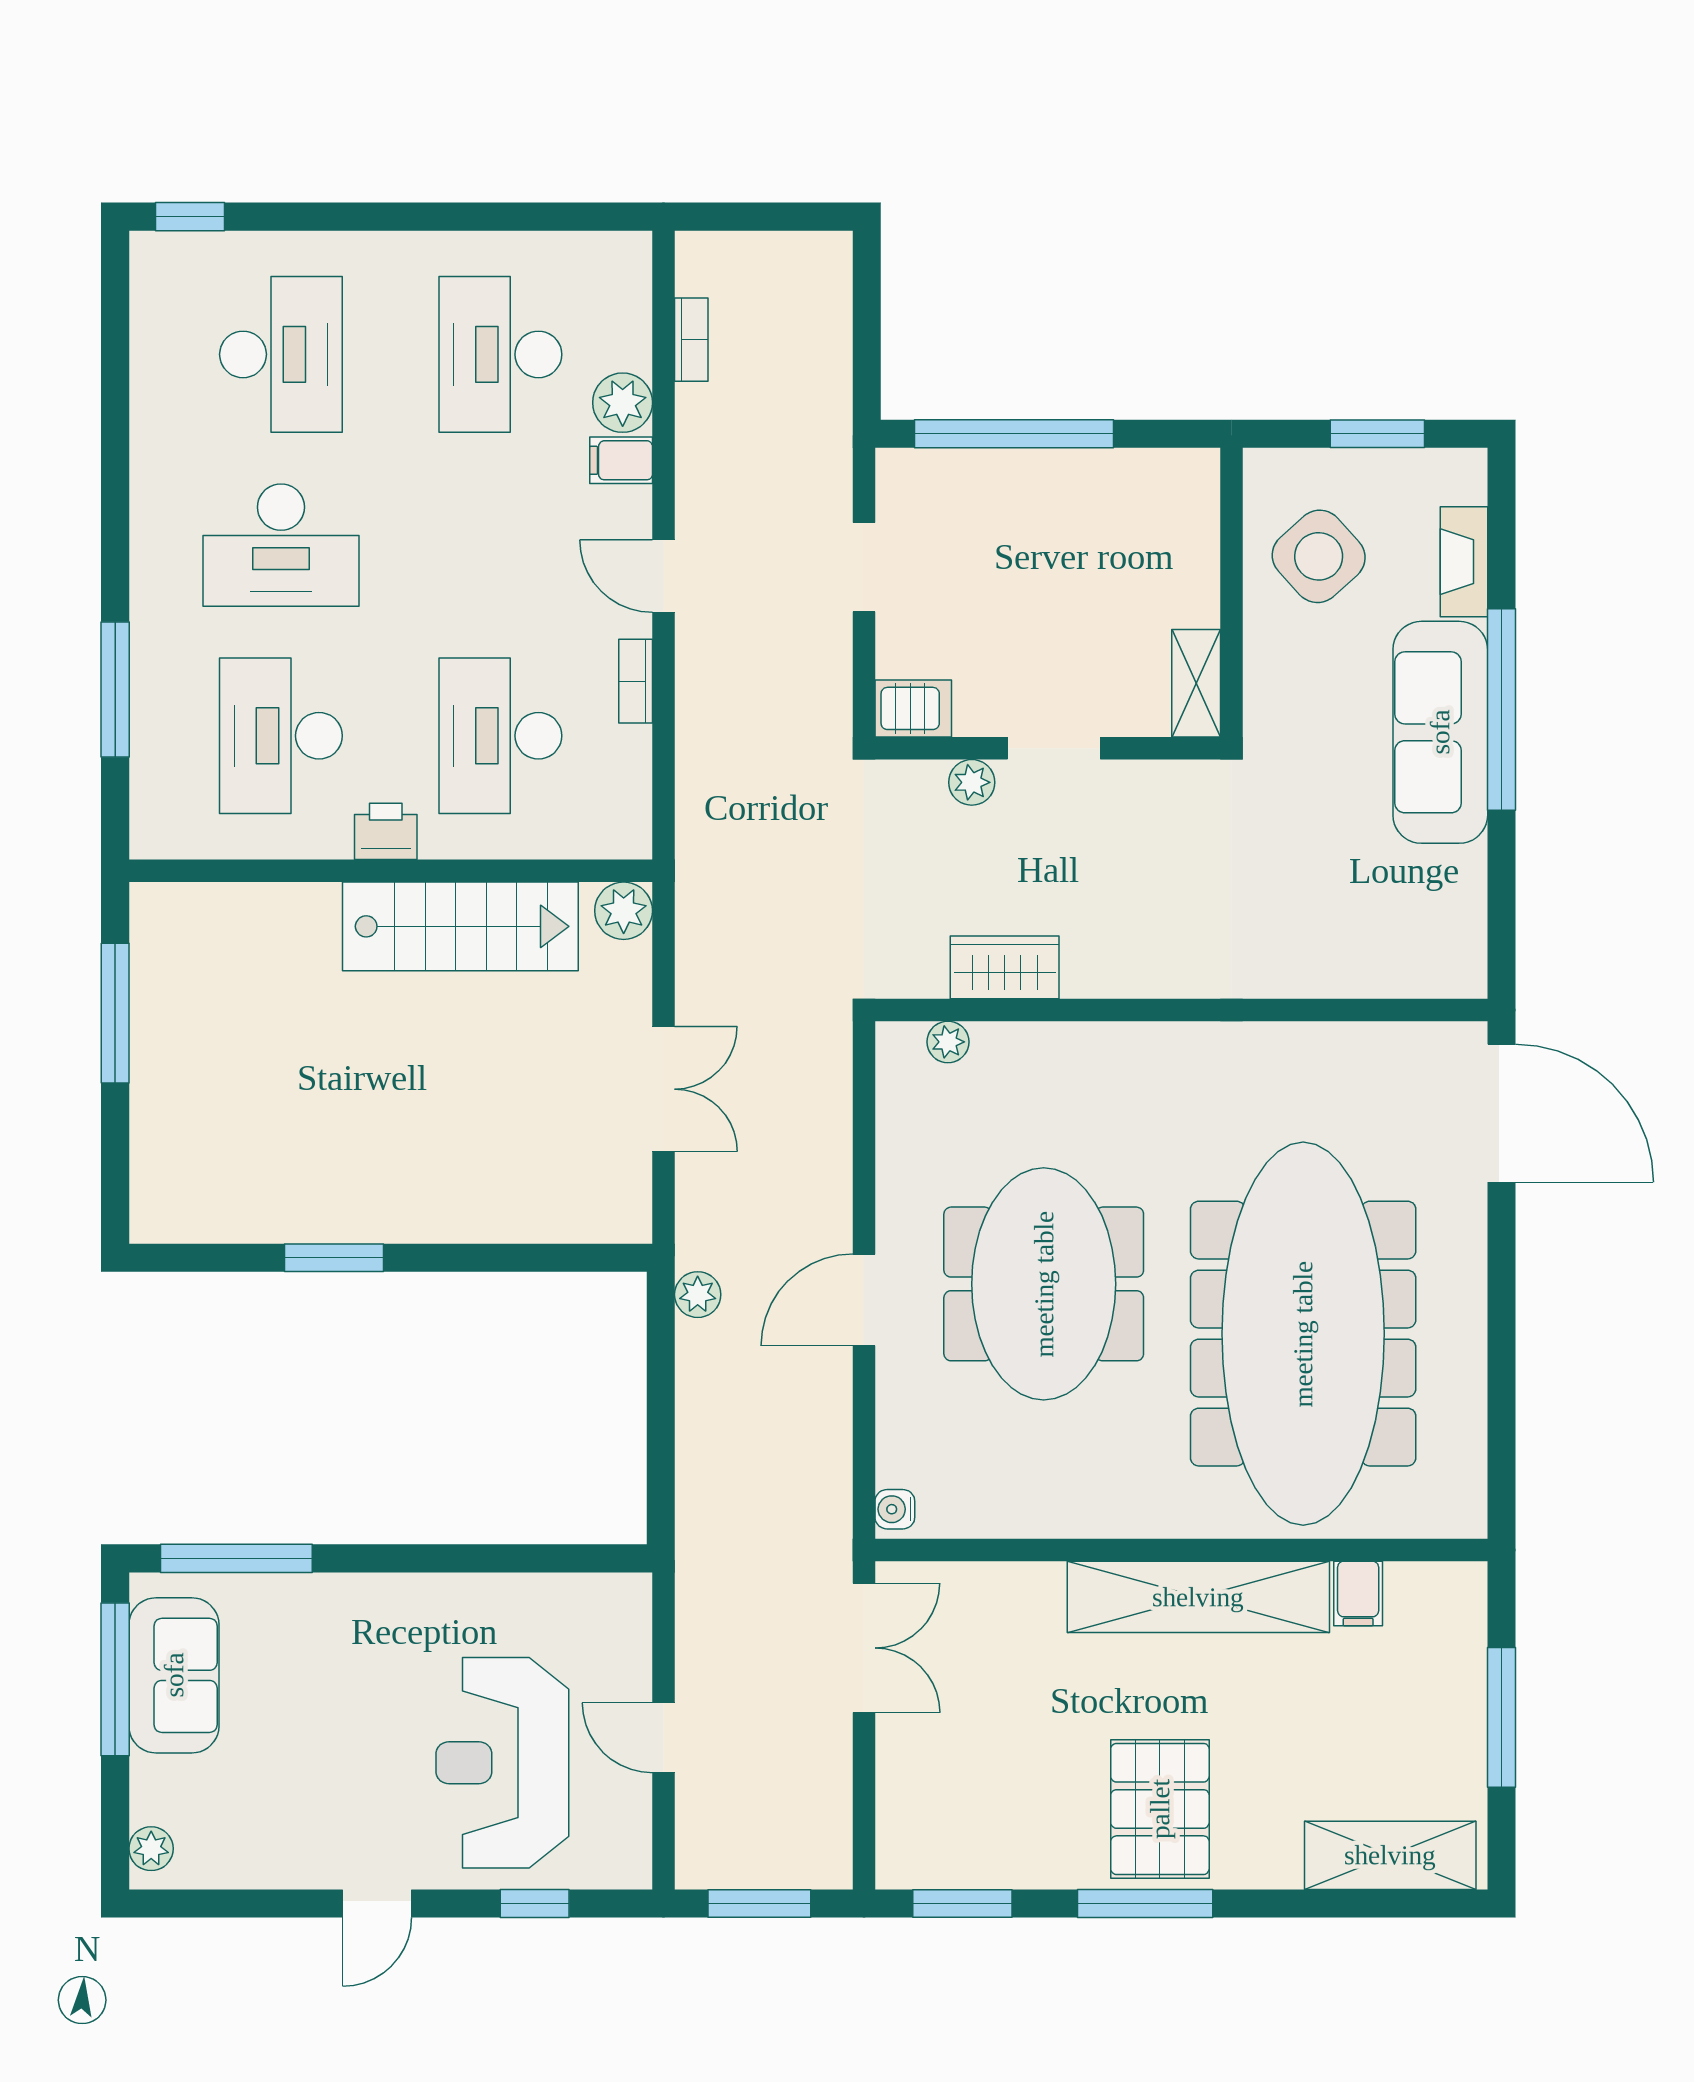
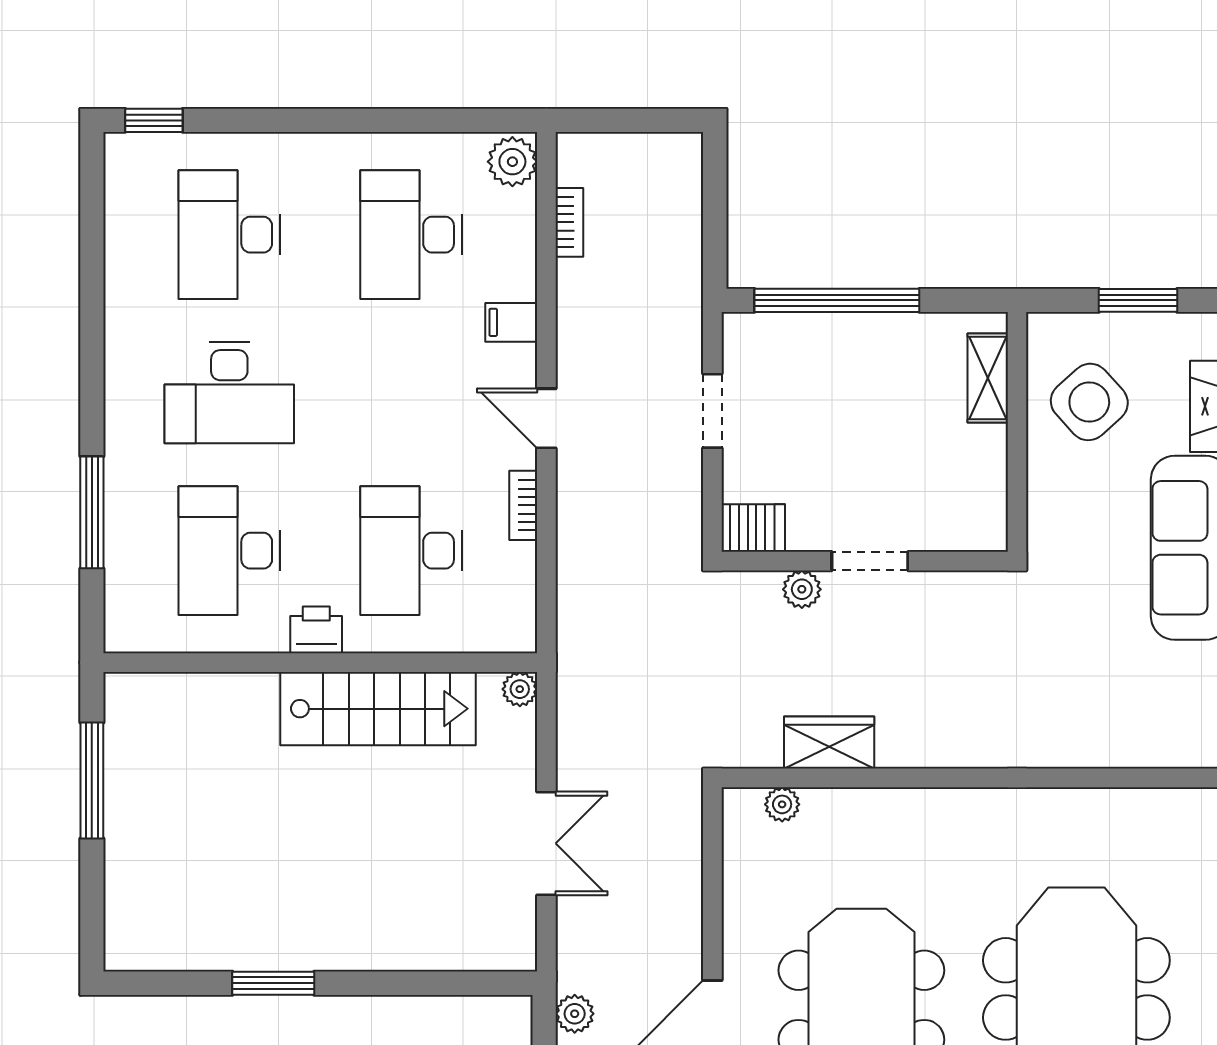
desk: (281, 354) -> (229, 235), turned 180
plant: (623, 403) -> (512, 162), moved
shelving: (1196, 683) -> (988, 378), moved
plant: (624, 911) -> (520, 689), width x0.73, depth x0.73

